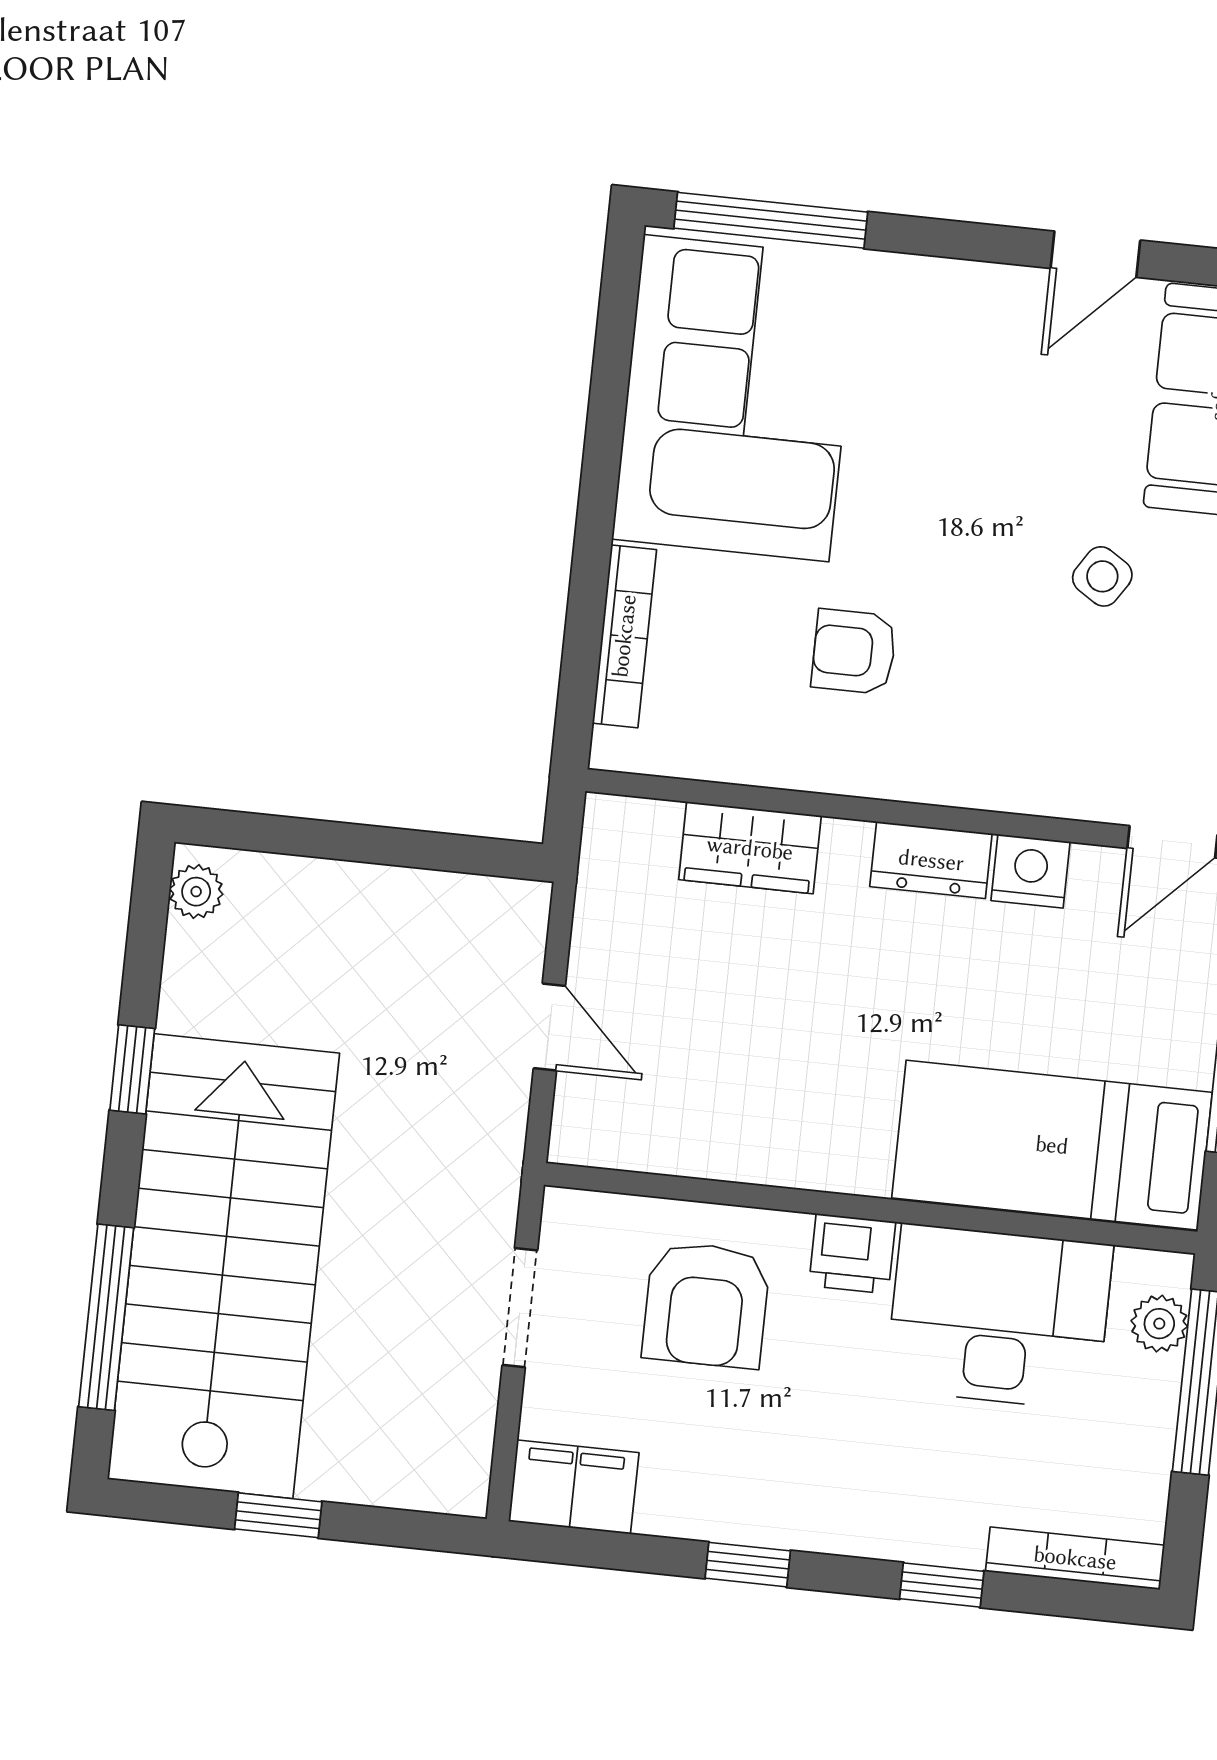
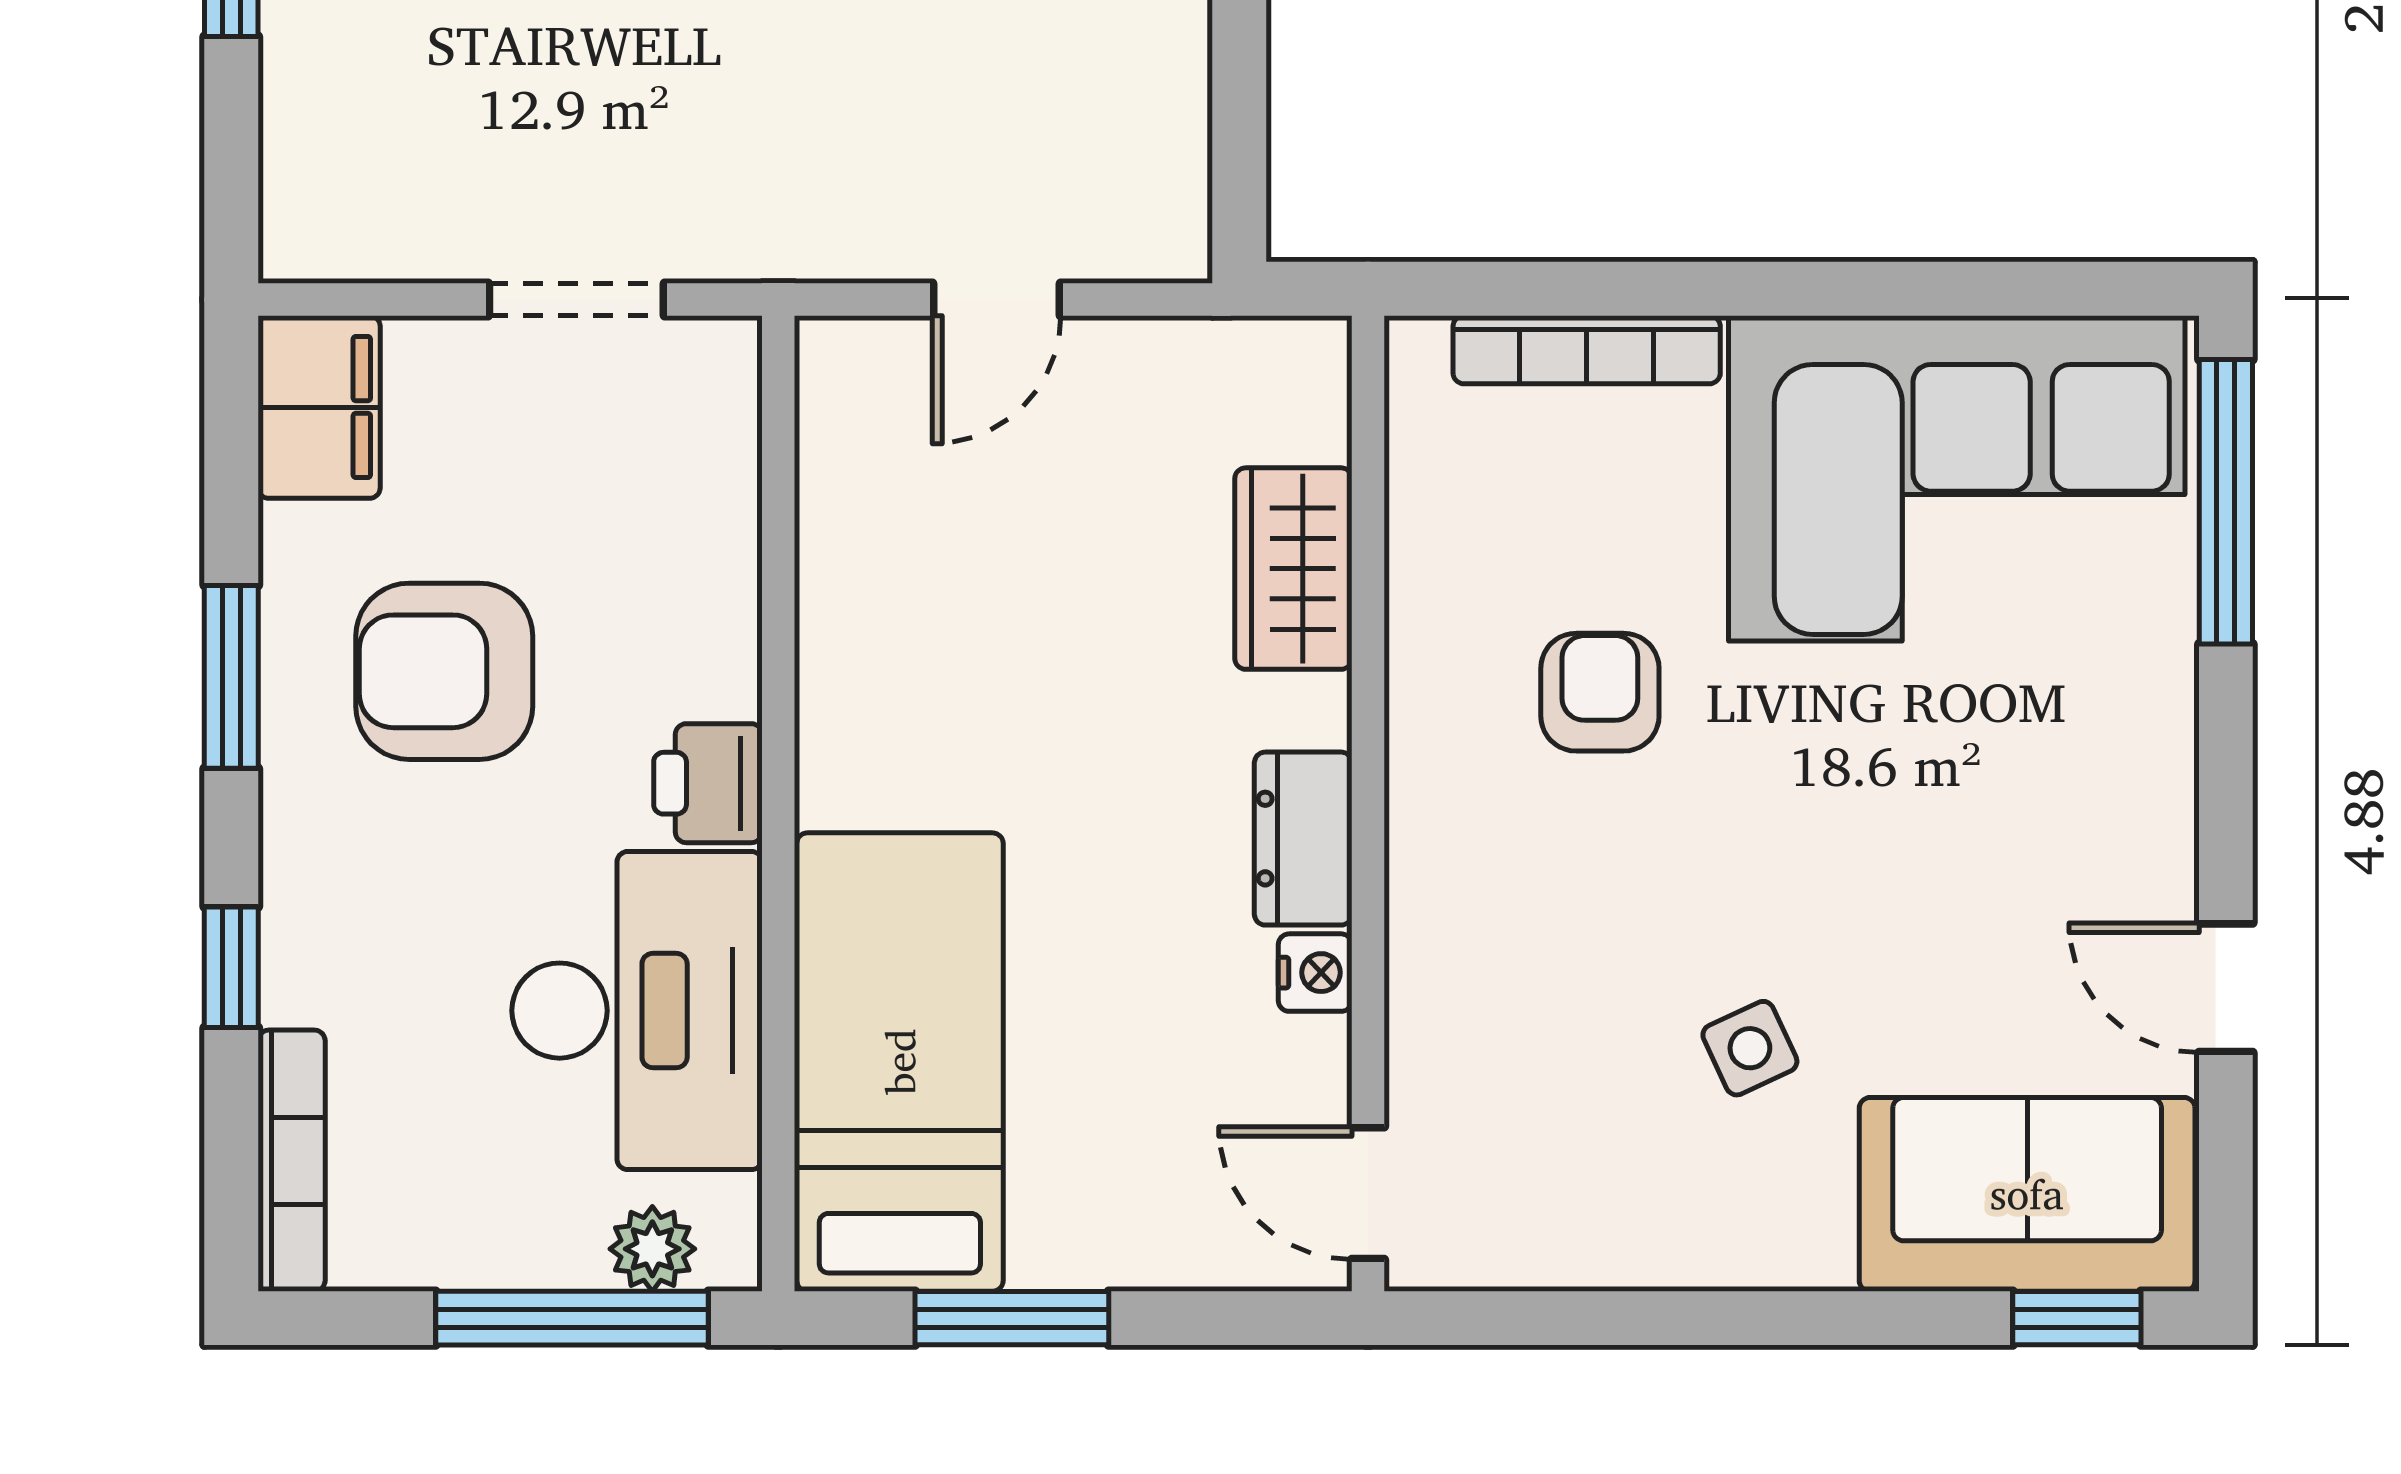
side table: (1102, 576) -> (1750, 1048), turned 32
nightstand: (1031, 871) -> (1315, 973), width x0.72, depth x0.74
armchair: (706, 1305) -> (444, 671), moved
window: (748, 1565) -> (231, 677), width x1.50

